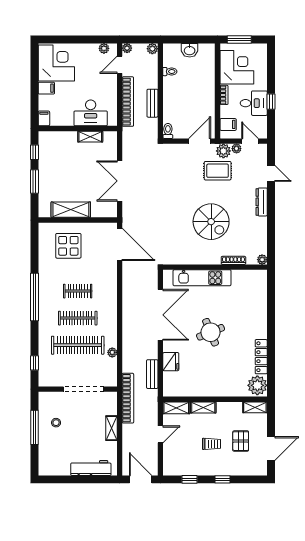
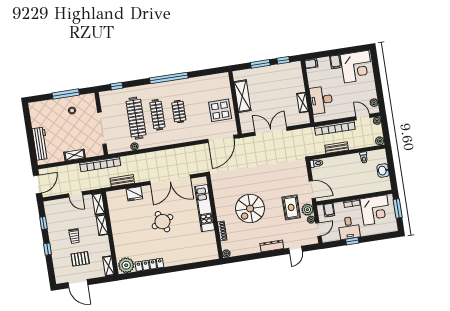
display table: (68, 246) -> (220, 110), moved

